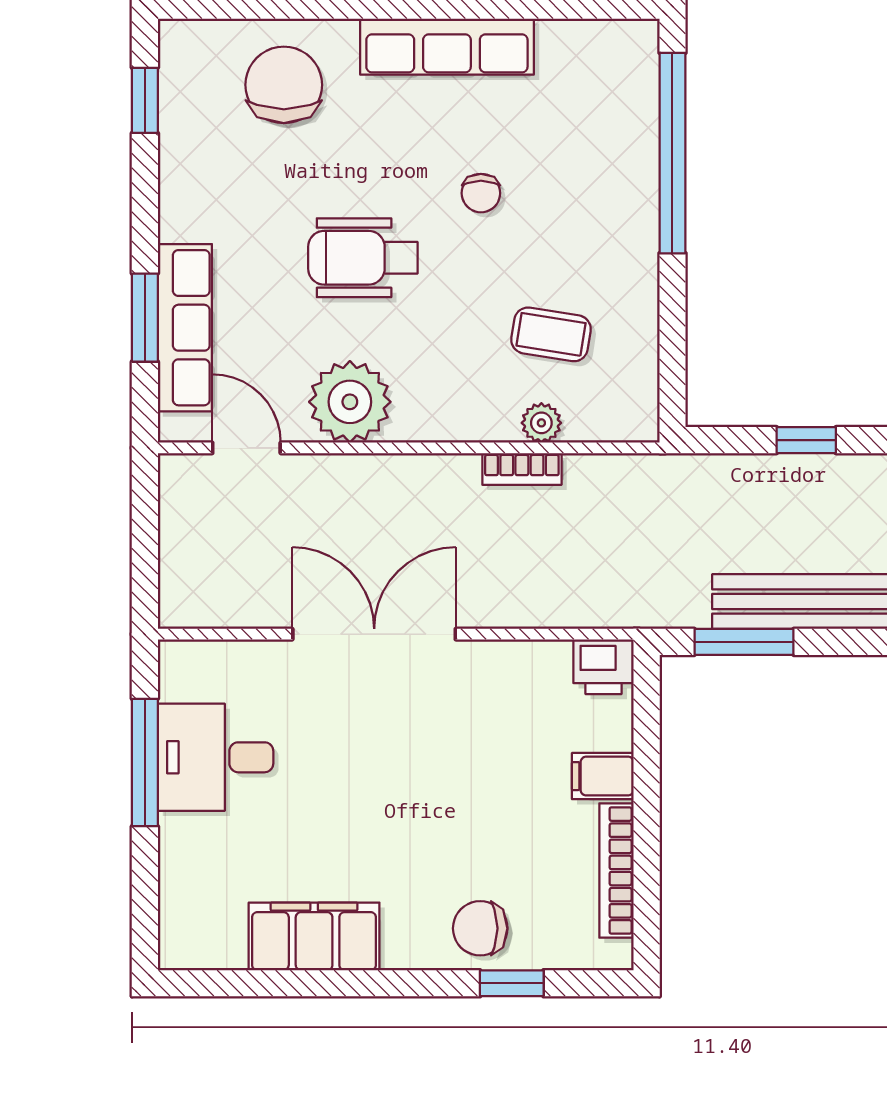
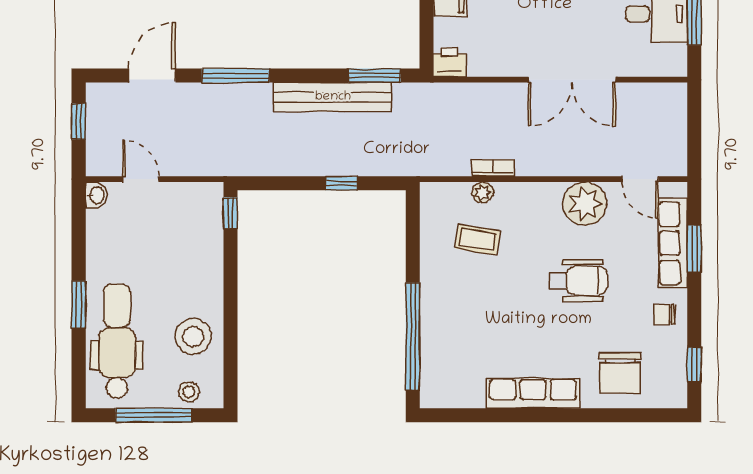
chair: (481, 193) -> (664, 314), moved, turned -90

